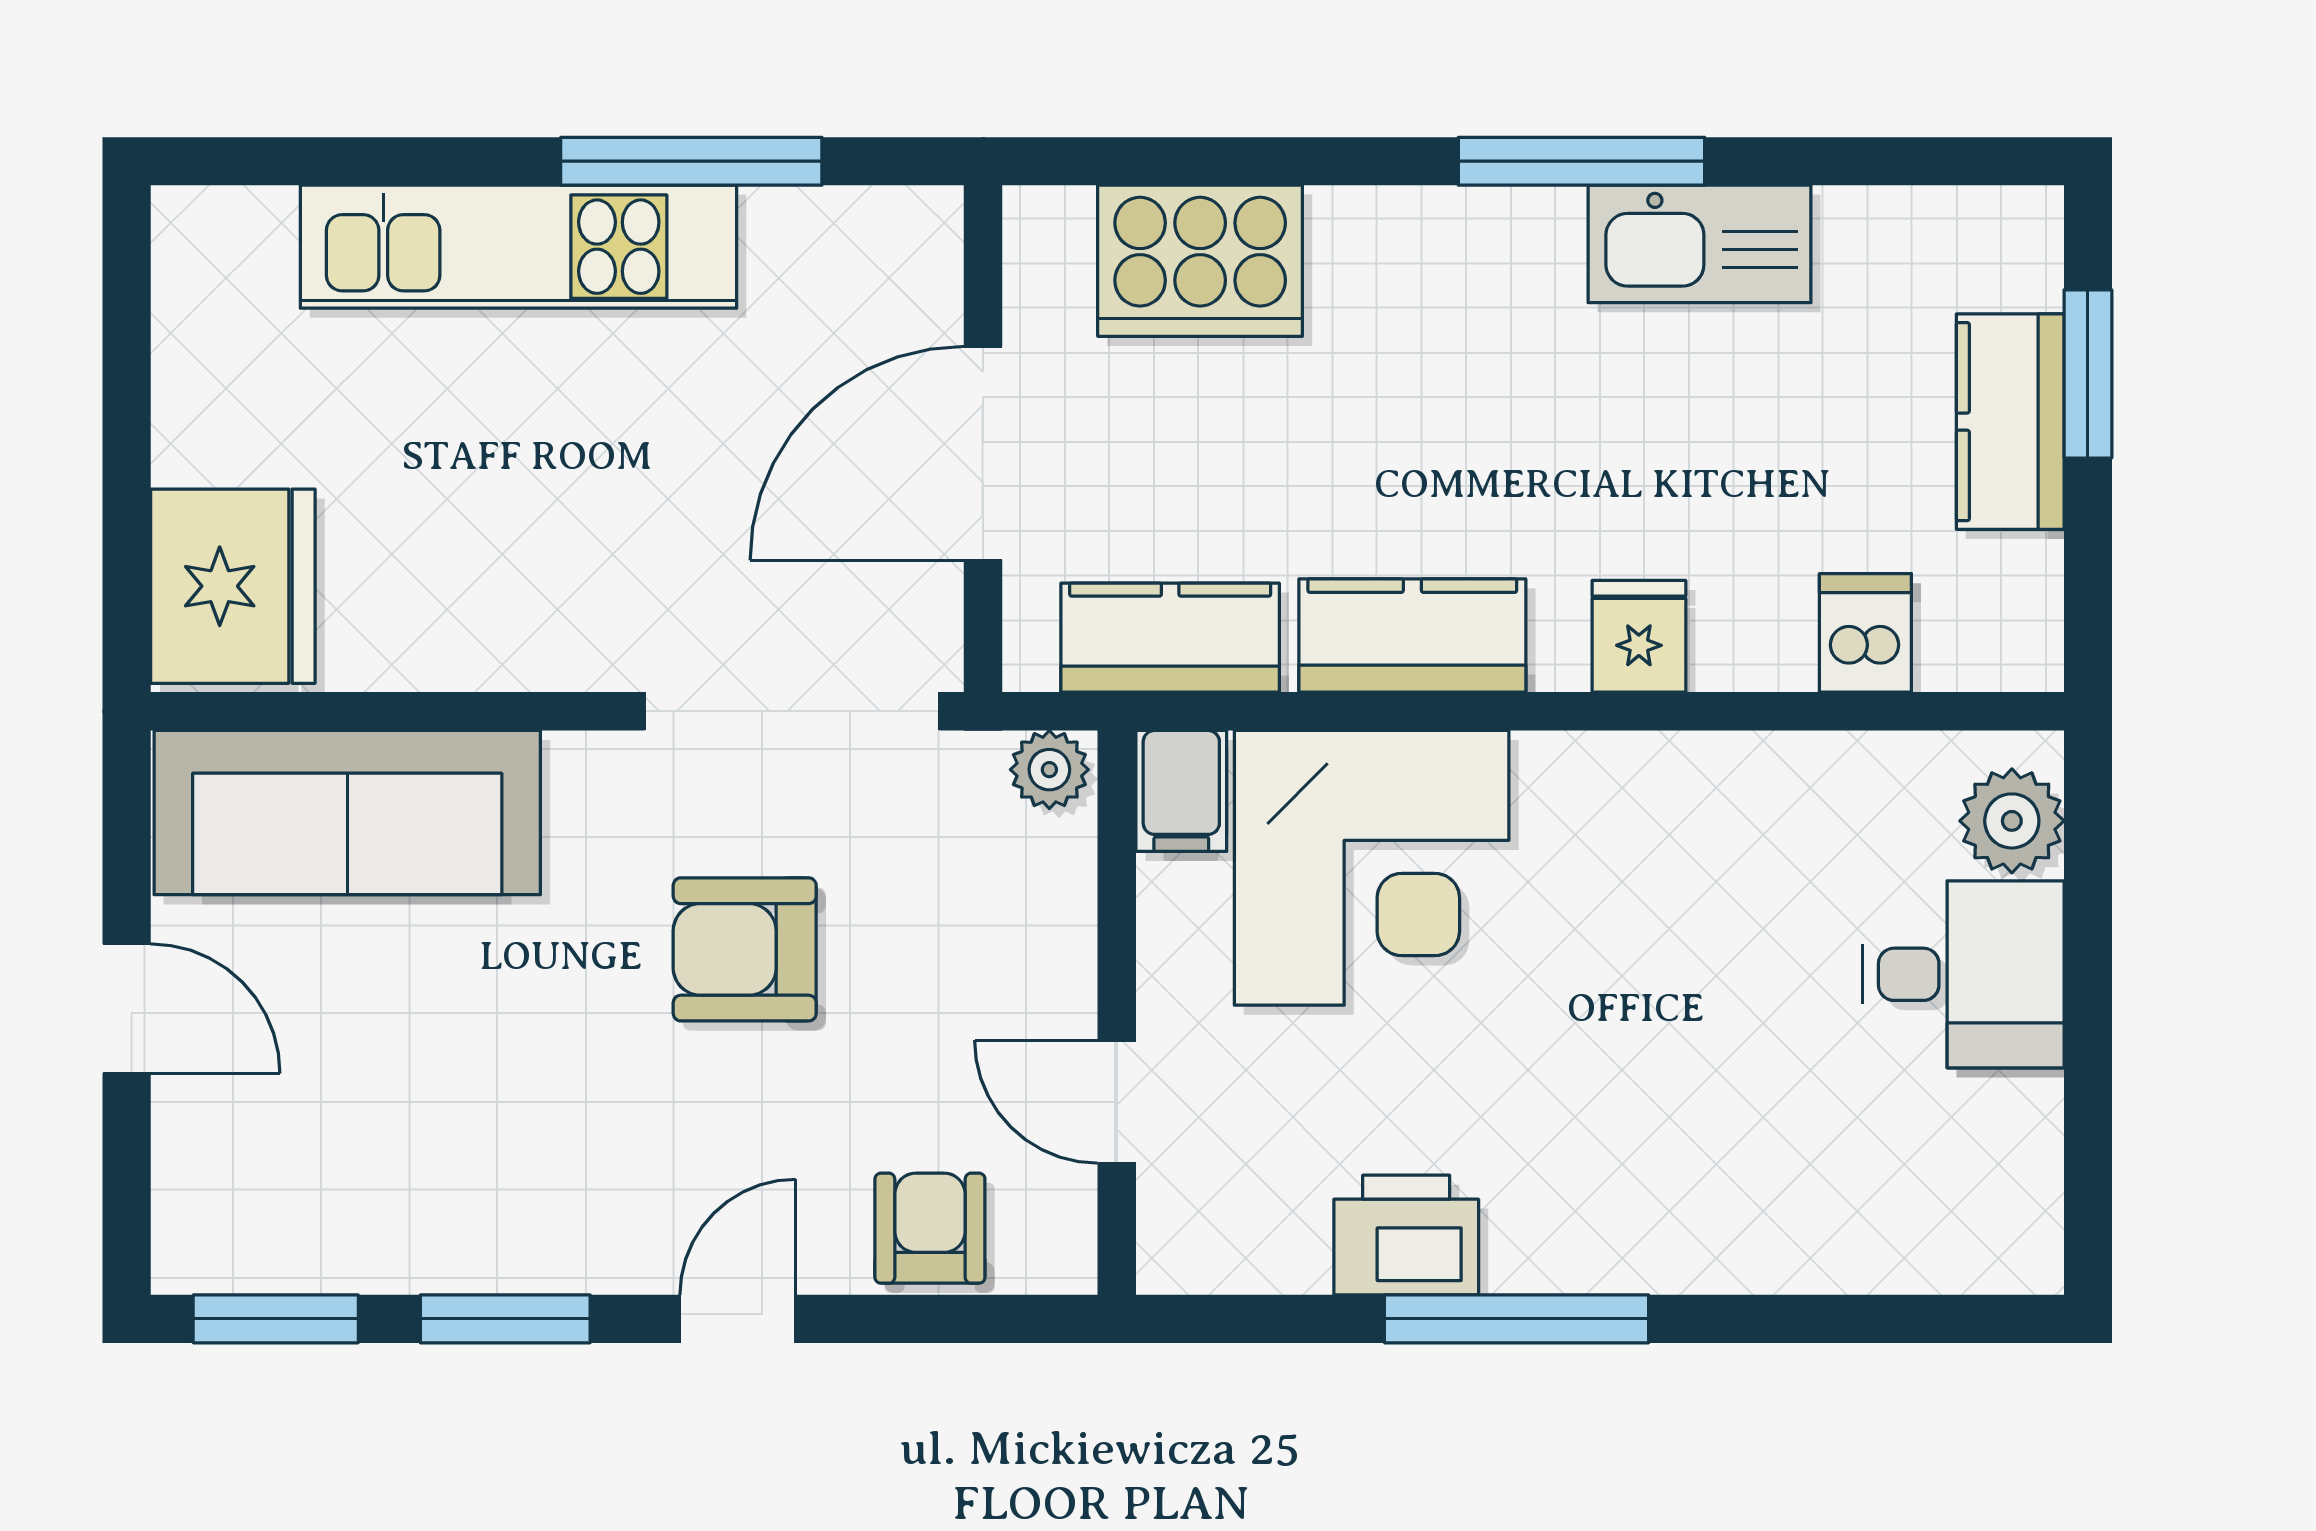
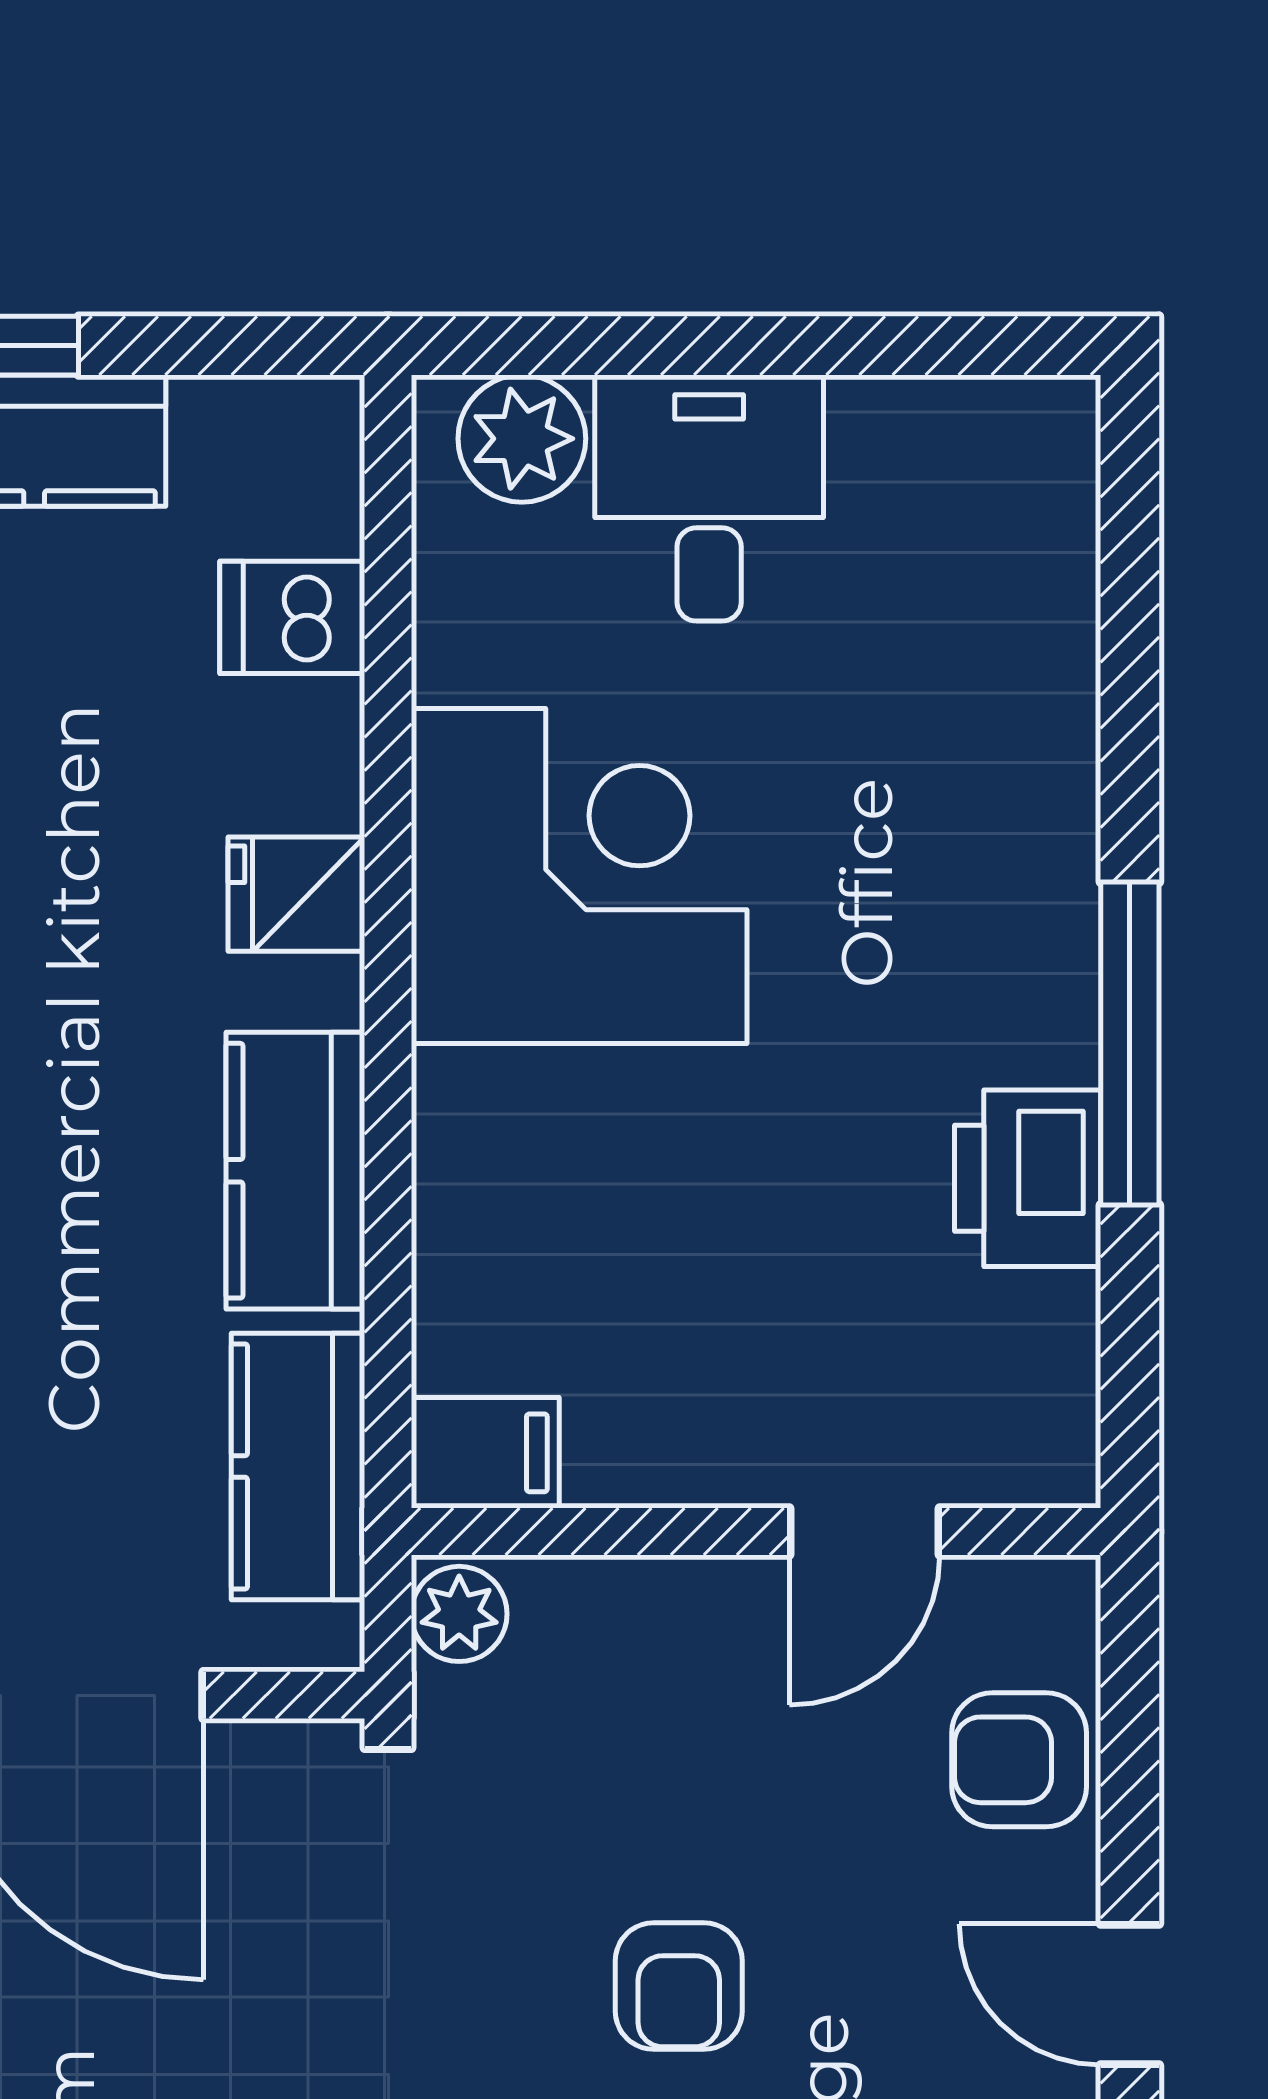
corner desk: (1372, 868) -> (579, 876), moved
armchair: (745, 949) -> (679, 1986), width x0.72, depth x0.72

